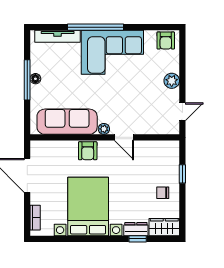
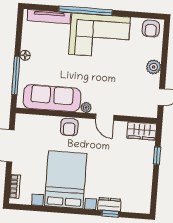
window: (27, 80) -> (16, 75), moved
chair: (163, 193) -> (137, 172), removed
wardrobe: (164, 227) -> (142, 131), moved, turned 180

